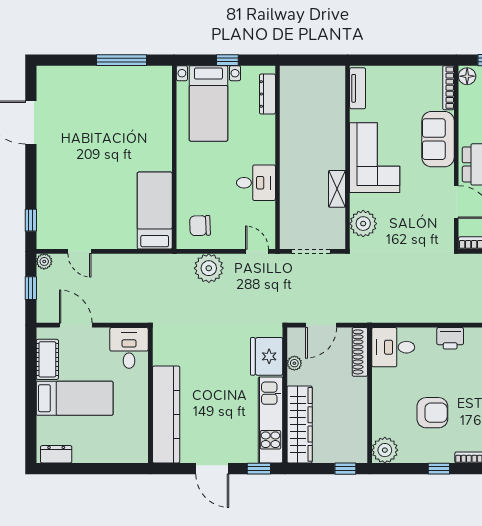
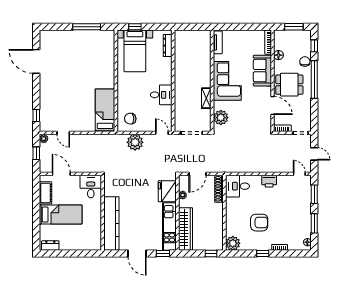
window: (227, 60) -> (135, 27), moved
floor lamp: (467, 76) -> (278, 55), moved

